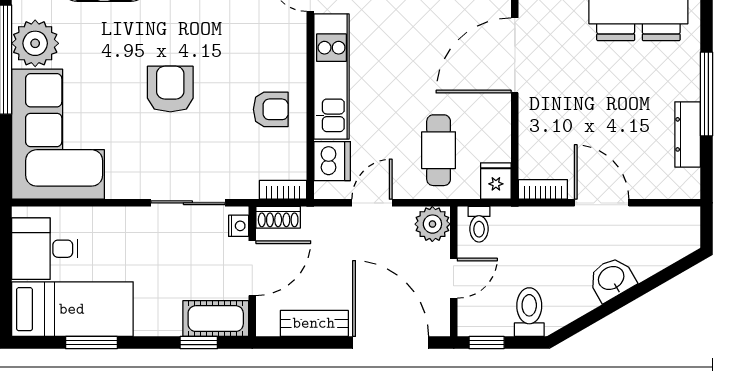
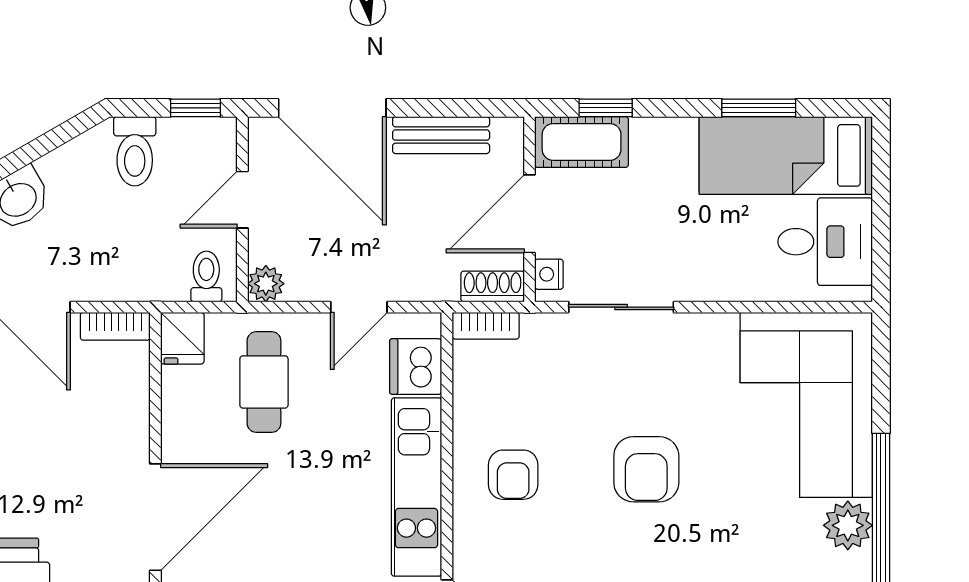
plant: (35, 43) -> (848, 525), width x0.73, depth x0.73
armchair: (271, 109) -> (513, 475), moved, turned -90
plant: (432, 224) -> (266, 284), width x0.73, depth x0.73

